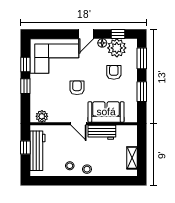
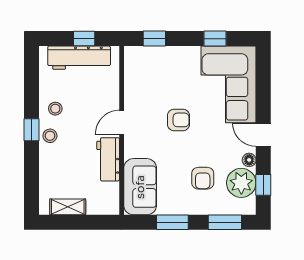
armchair: (114, 72) -> (203, 178), turned 90
window: (25, 86) -> (154, 39), moved
sofa: (106, 112) -> (140, 187), moved
plant: (42, 116) -> (133, 65), removed
window: (83, 181) -> (32, 130), added

